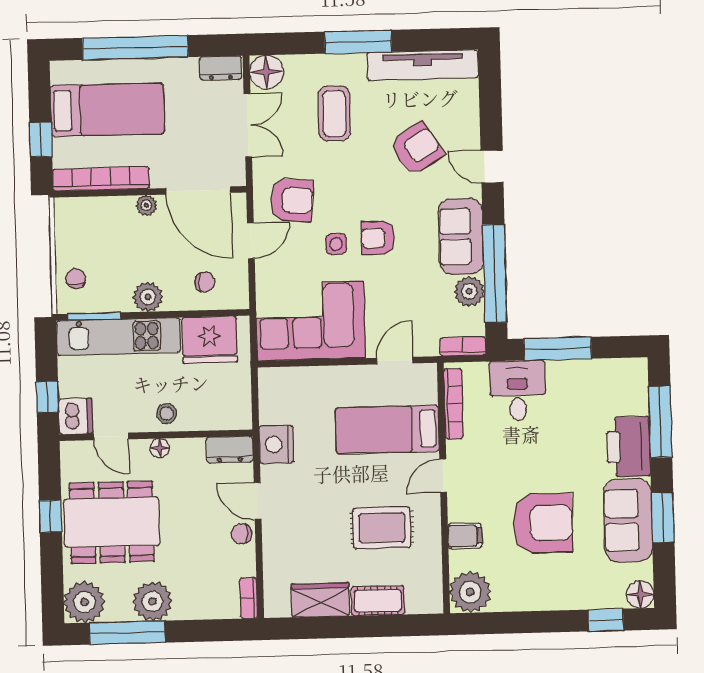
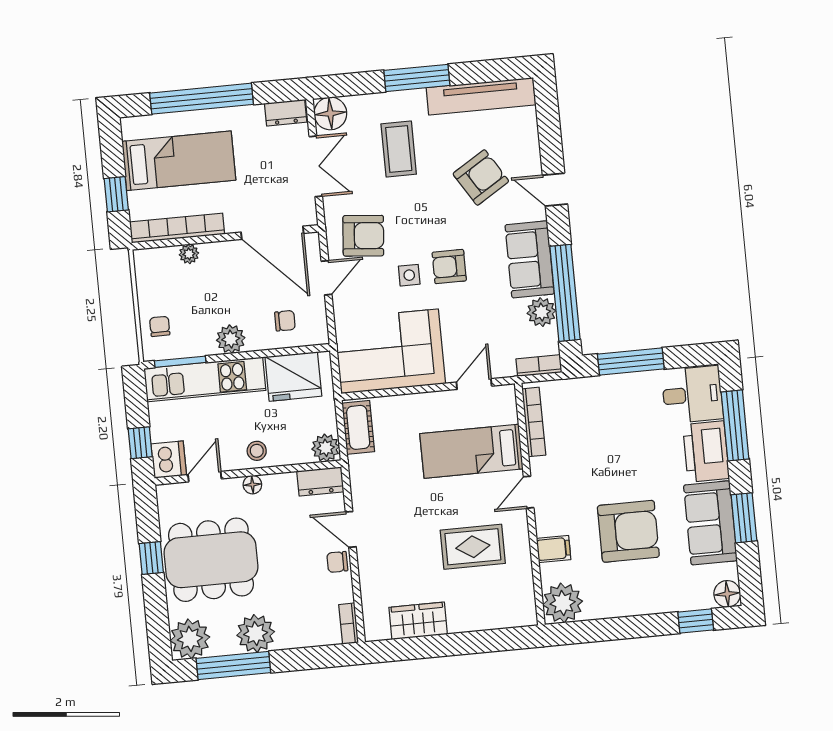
plant: (146, 205) -> (189, 254), moved
desk: (517, 391) -> (692, 395), moved, turned 90
plant: (238, 415) -> (326, 448), added
door: (111, 436) -> (205, 477), swing flipped
nightstand: (276, 444) -> (365, 473), removed
cot: (378, 601) -> (358, 427), moved, turned 90

